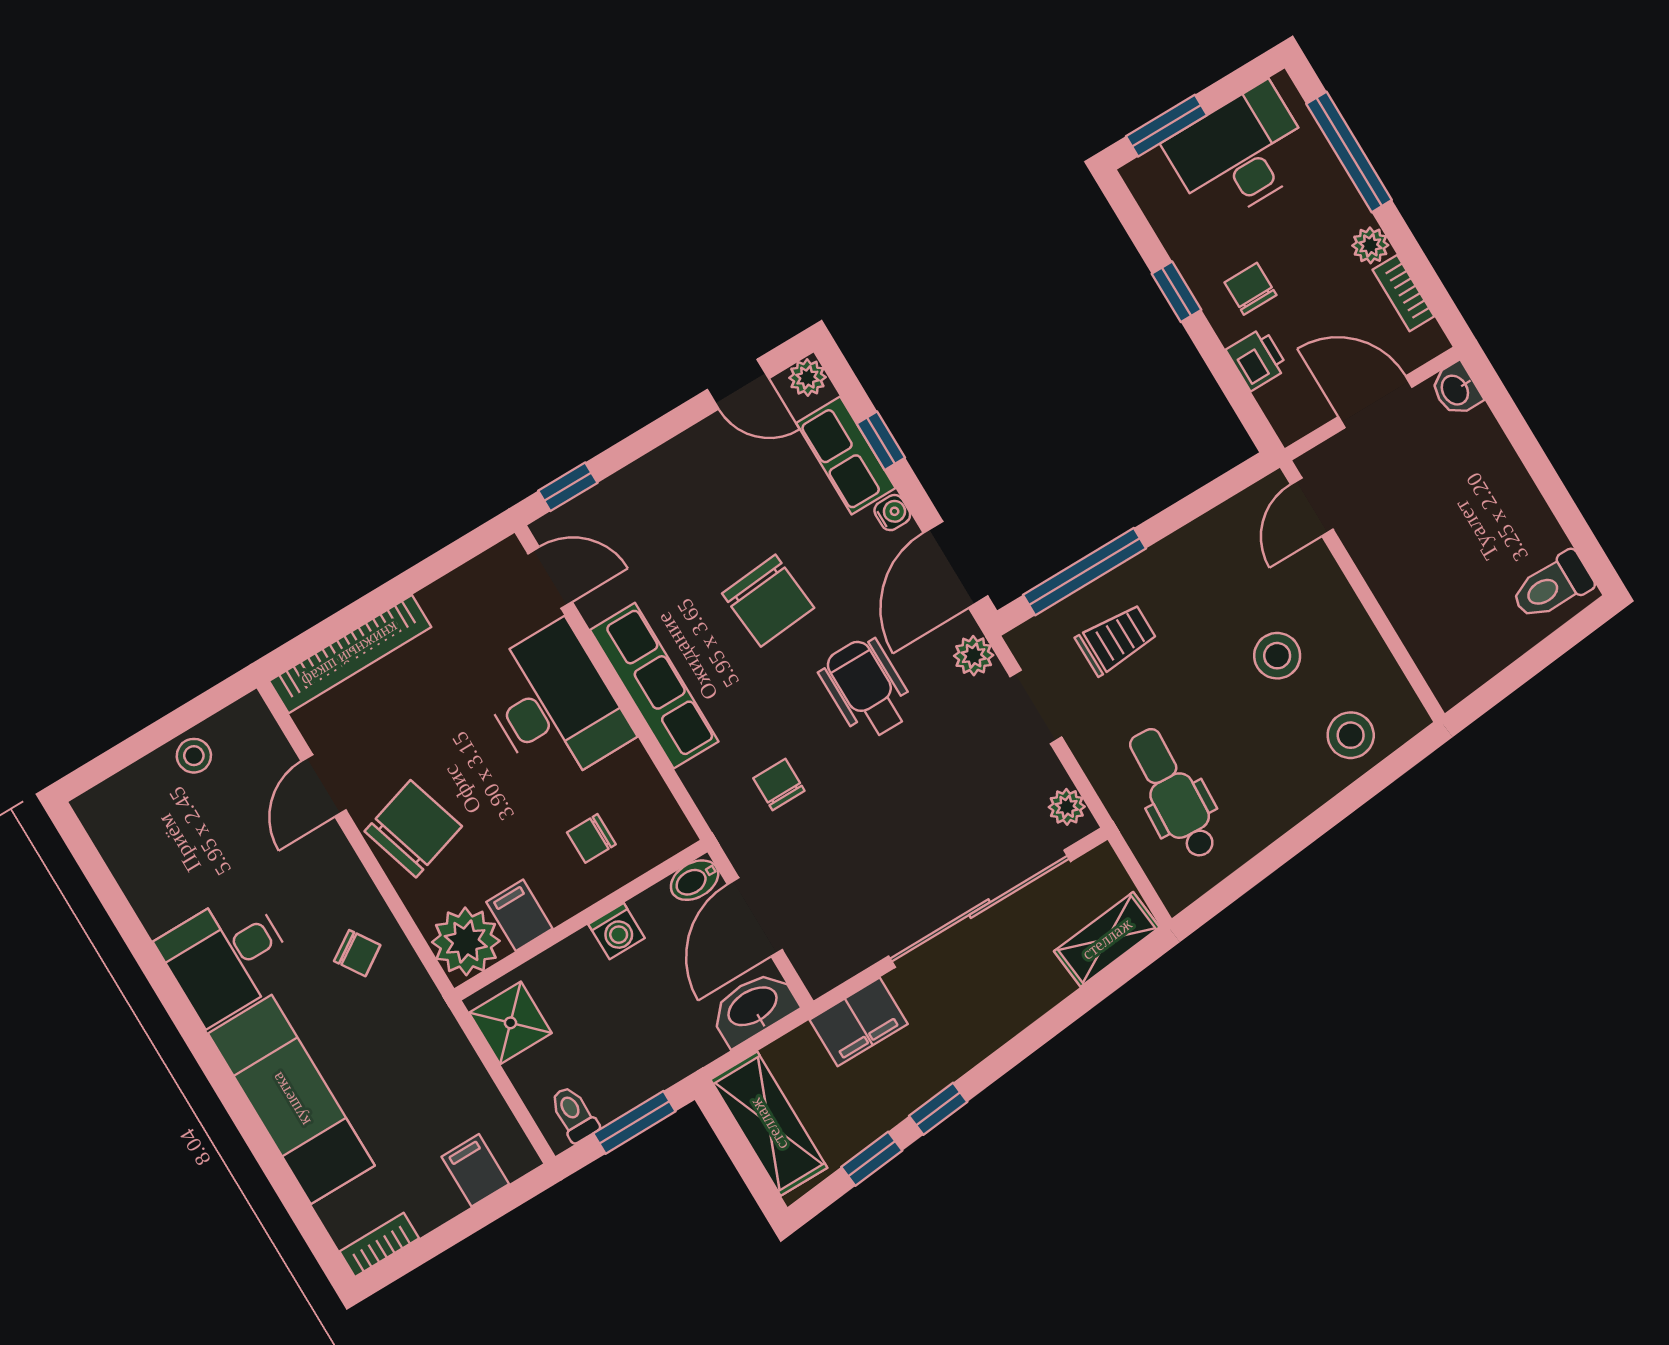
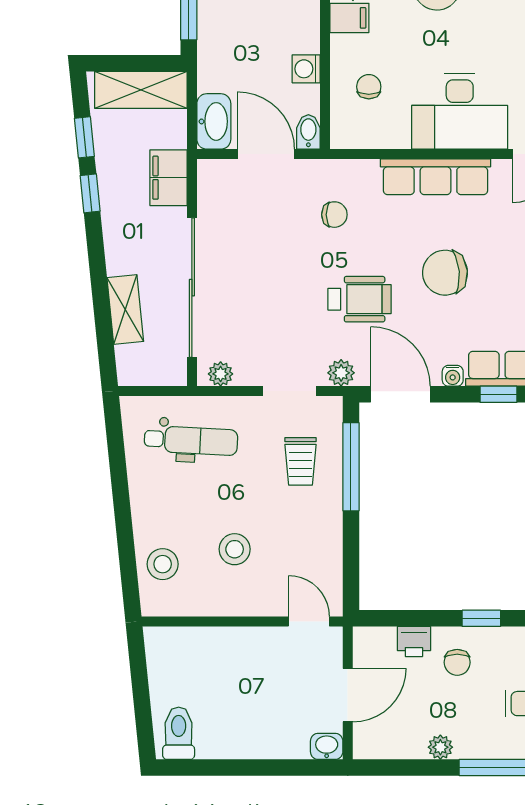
chair: (1250, 289) -> (457, 662), turned 90
bookcase: (1403, 293) -> (401, 750), removed
shelving: (1107, 939) -> (125, 310), moved

